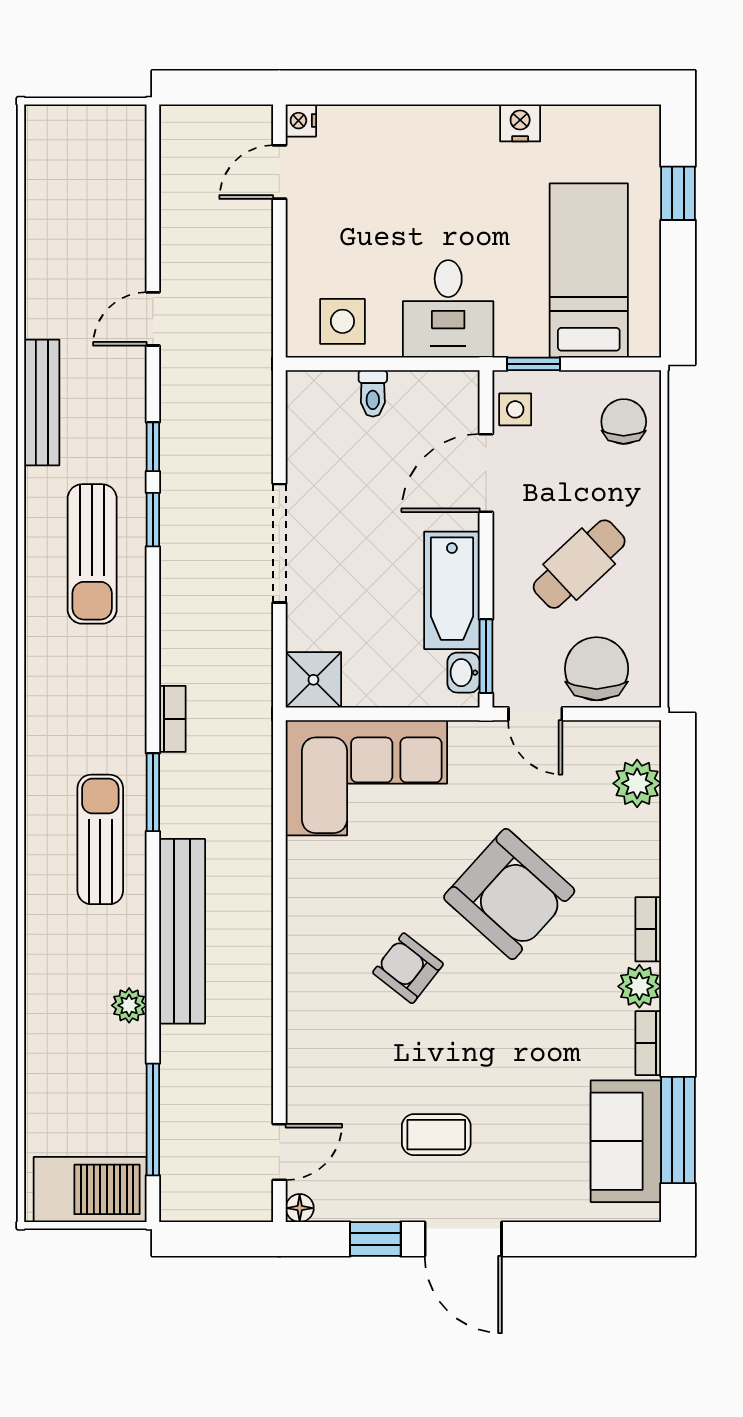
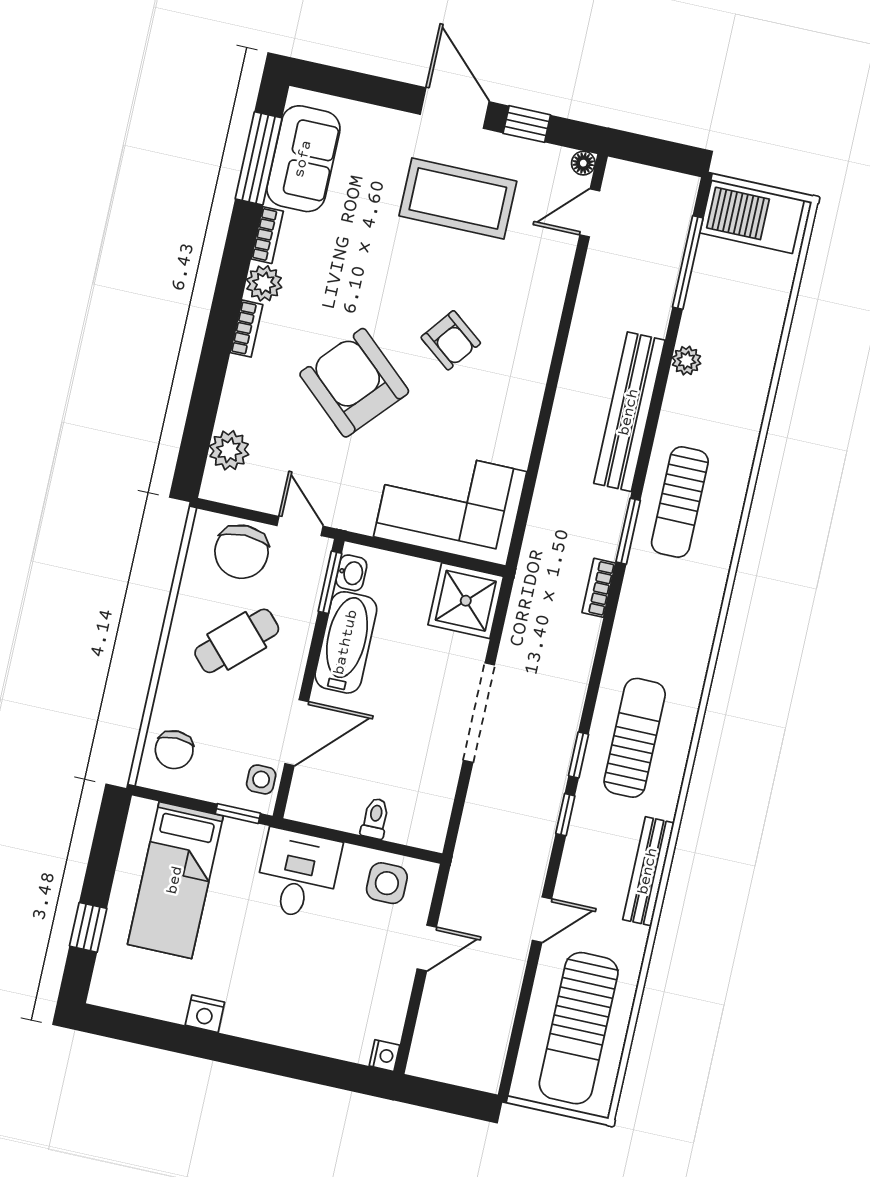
door: (279, 172) -> (427, 948), moved
sun lounger: (82, 202) -> (579, 1028), added
shower: (313, 680) -> (466, 601), width x1.36, depth x1.36
coffee table: (436, 1135) -> (458, 199), width x1.86, depth x1.72

